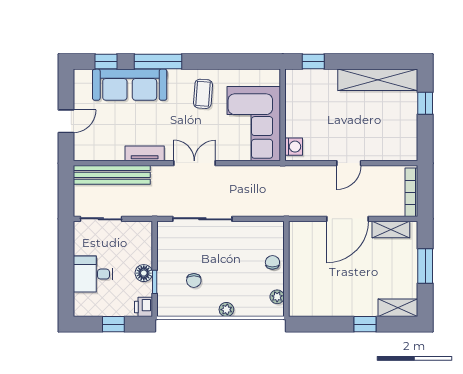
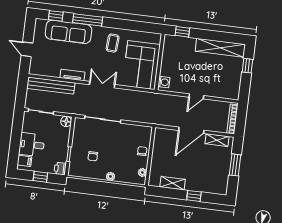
door: (66, 121) -> (27, 49), swing flipped
floor lamp: (144, 273) -> (66, 121), moved
filing cabinet: (84, 302) -> (24, 161), added
shelving: (398, 308) -> (173, 183), moved

